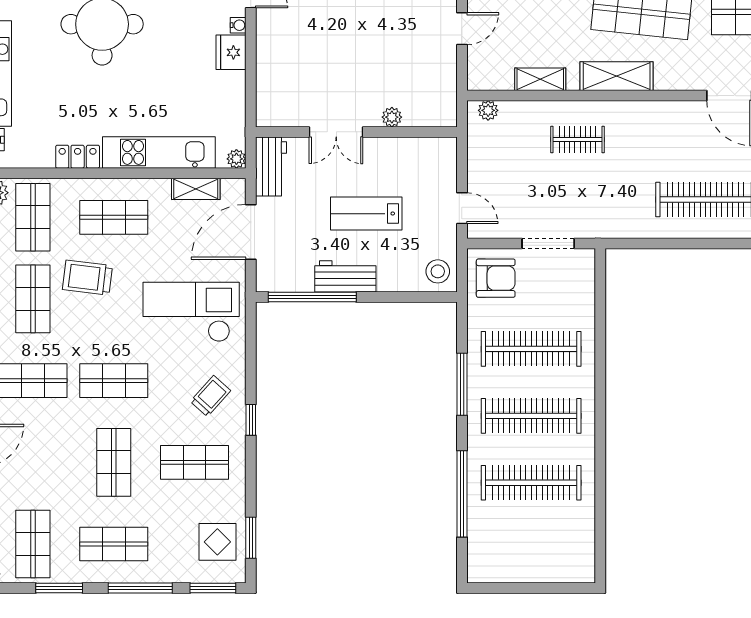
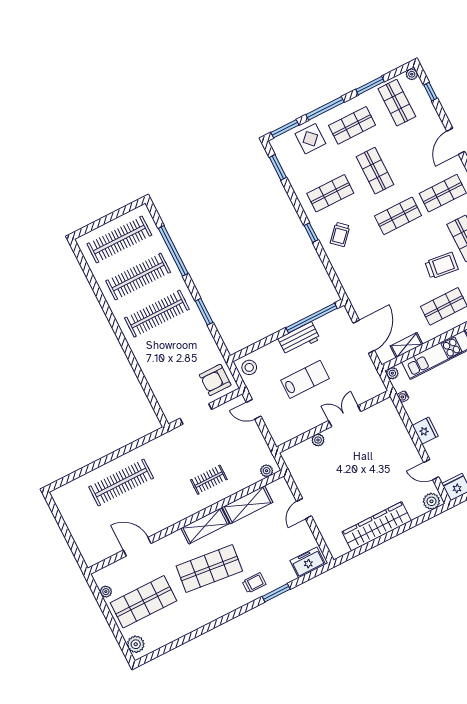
water cooler: (238, 25) -> (403, 397), moved
shelving: (540, 79) -> (247, 505), width x1.50, depth x1.33
workbench: (271, 166) -> (371, 379), removed
checkout: (191, 312) -> (374, 276), removed
clothes rail: (531, 349) -> (119, 239), moved
window: (462, 384) -> (204, 312), width x0.69
display table: (217, 542) -> (310, 139), moved

